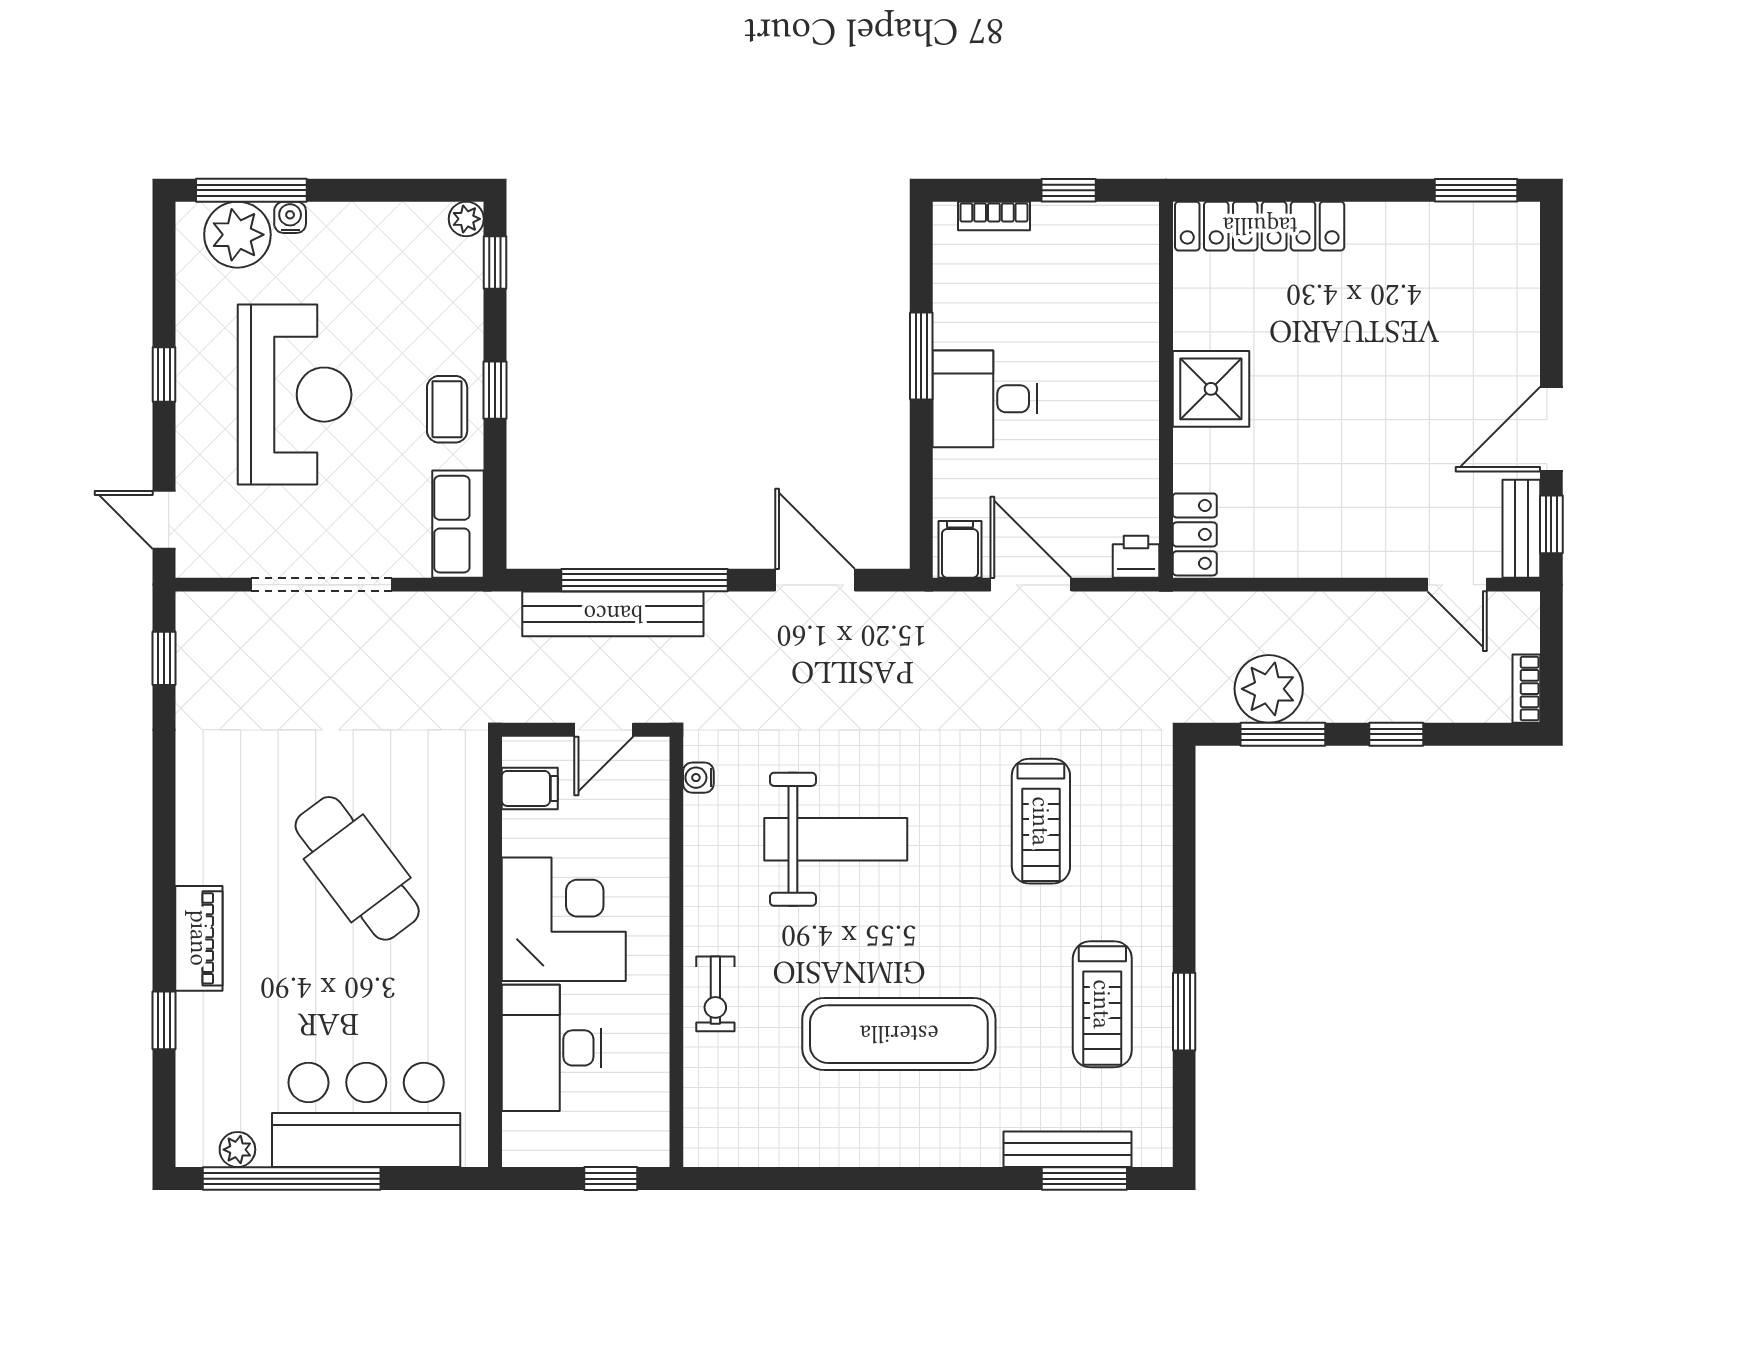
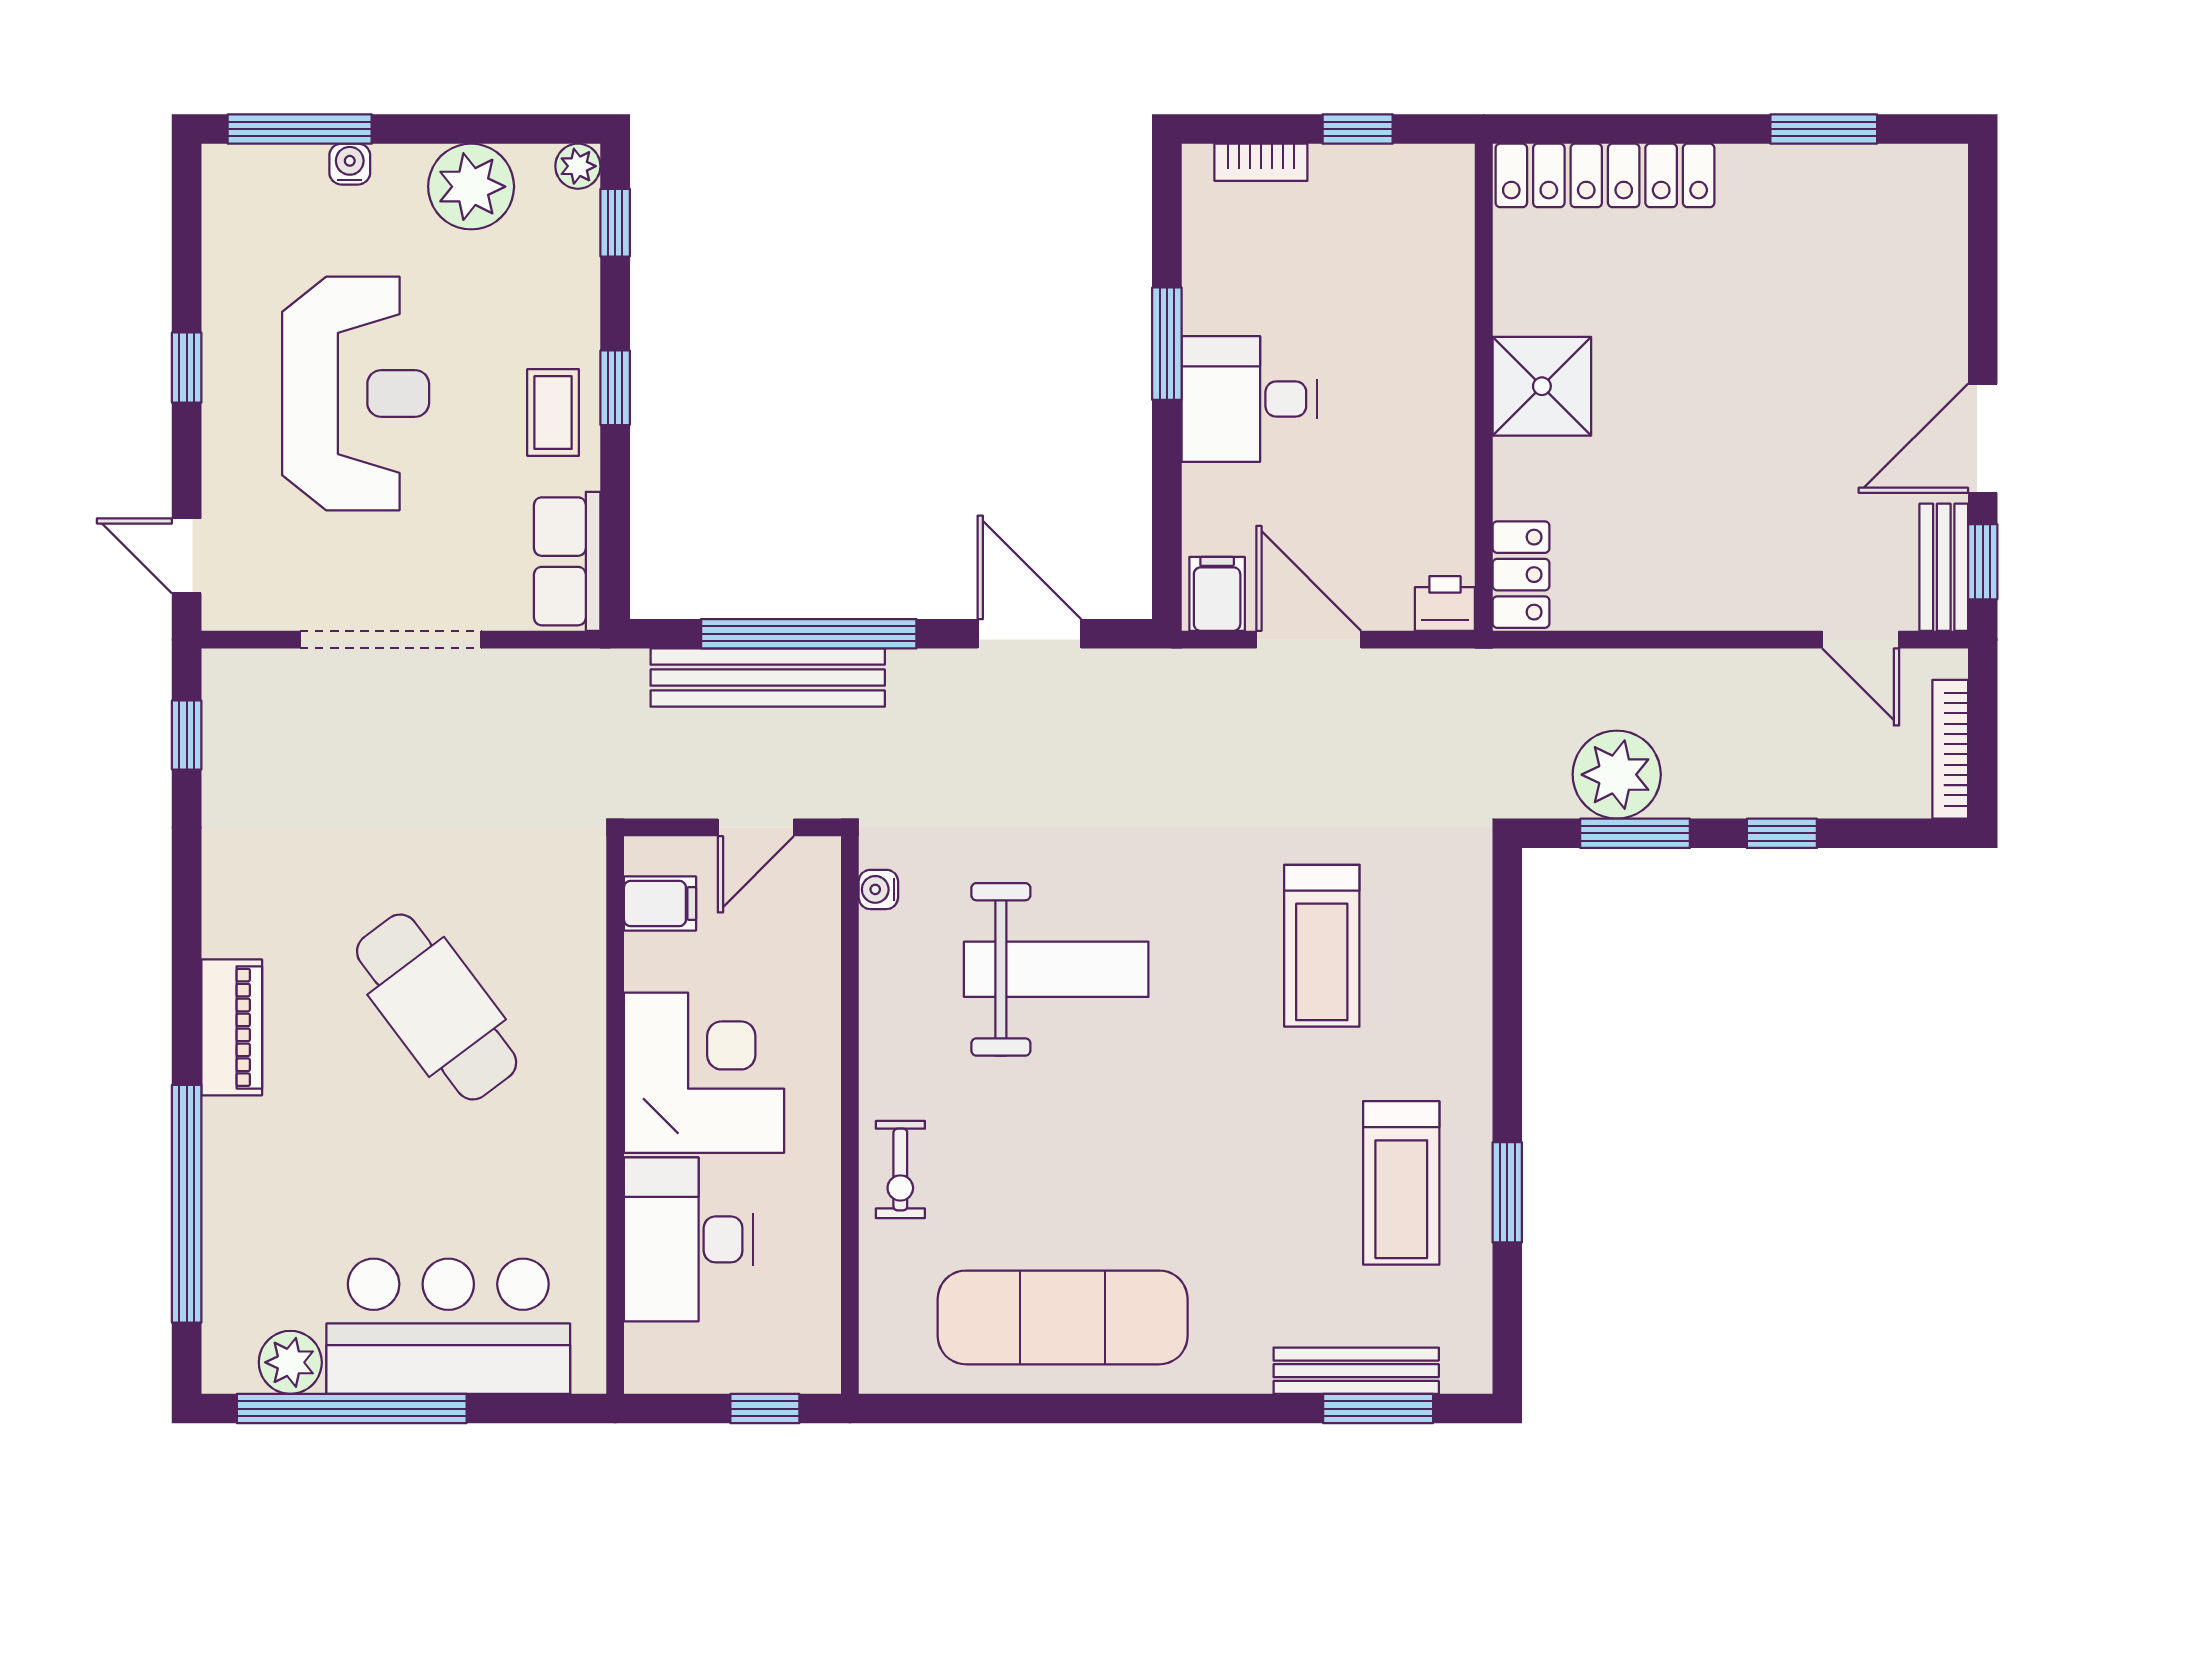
window: (1476, 190) -> (1824, 129), moved
plant: (237, 235) -> (471, 187), moved
bookcase: (1526, 689) -> (1950, 749), width x1.56
piano: (199, 938) -> (232, 1027), moved
window: (164, 1020) -> (187, 1204), width x3.17
exercise mat: (899, 1034) -> (1063, 1317), moved
plant: (237, 1150) -> (290, 1362), width x1.38, depth x1.38

